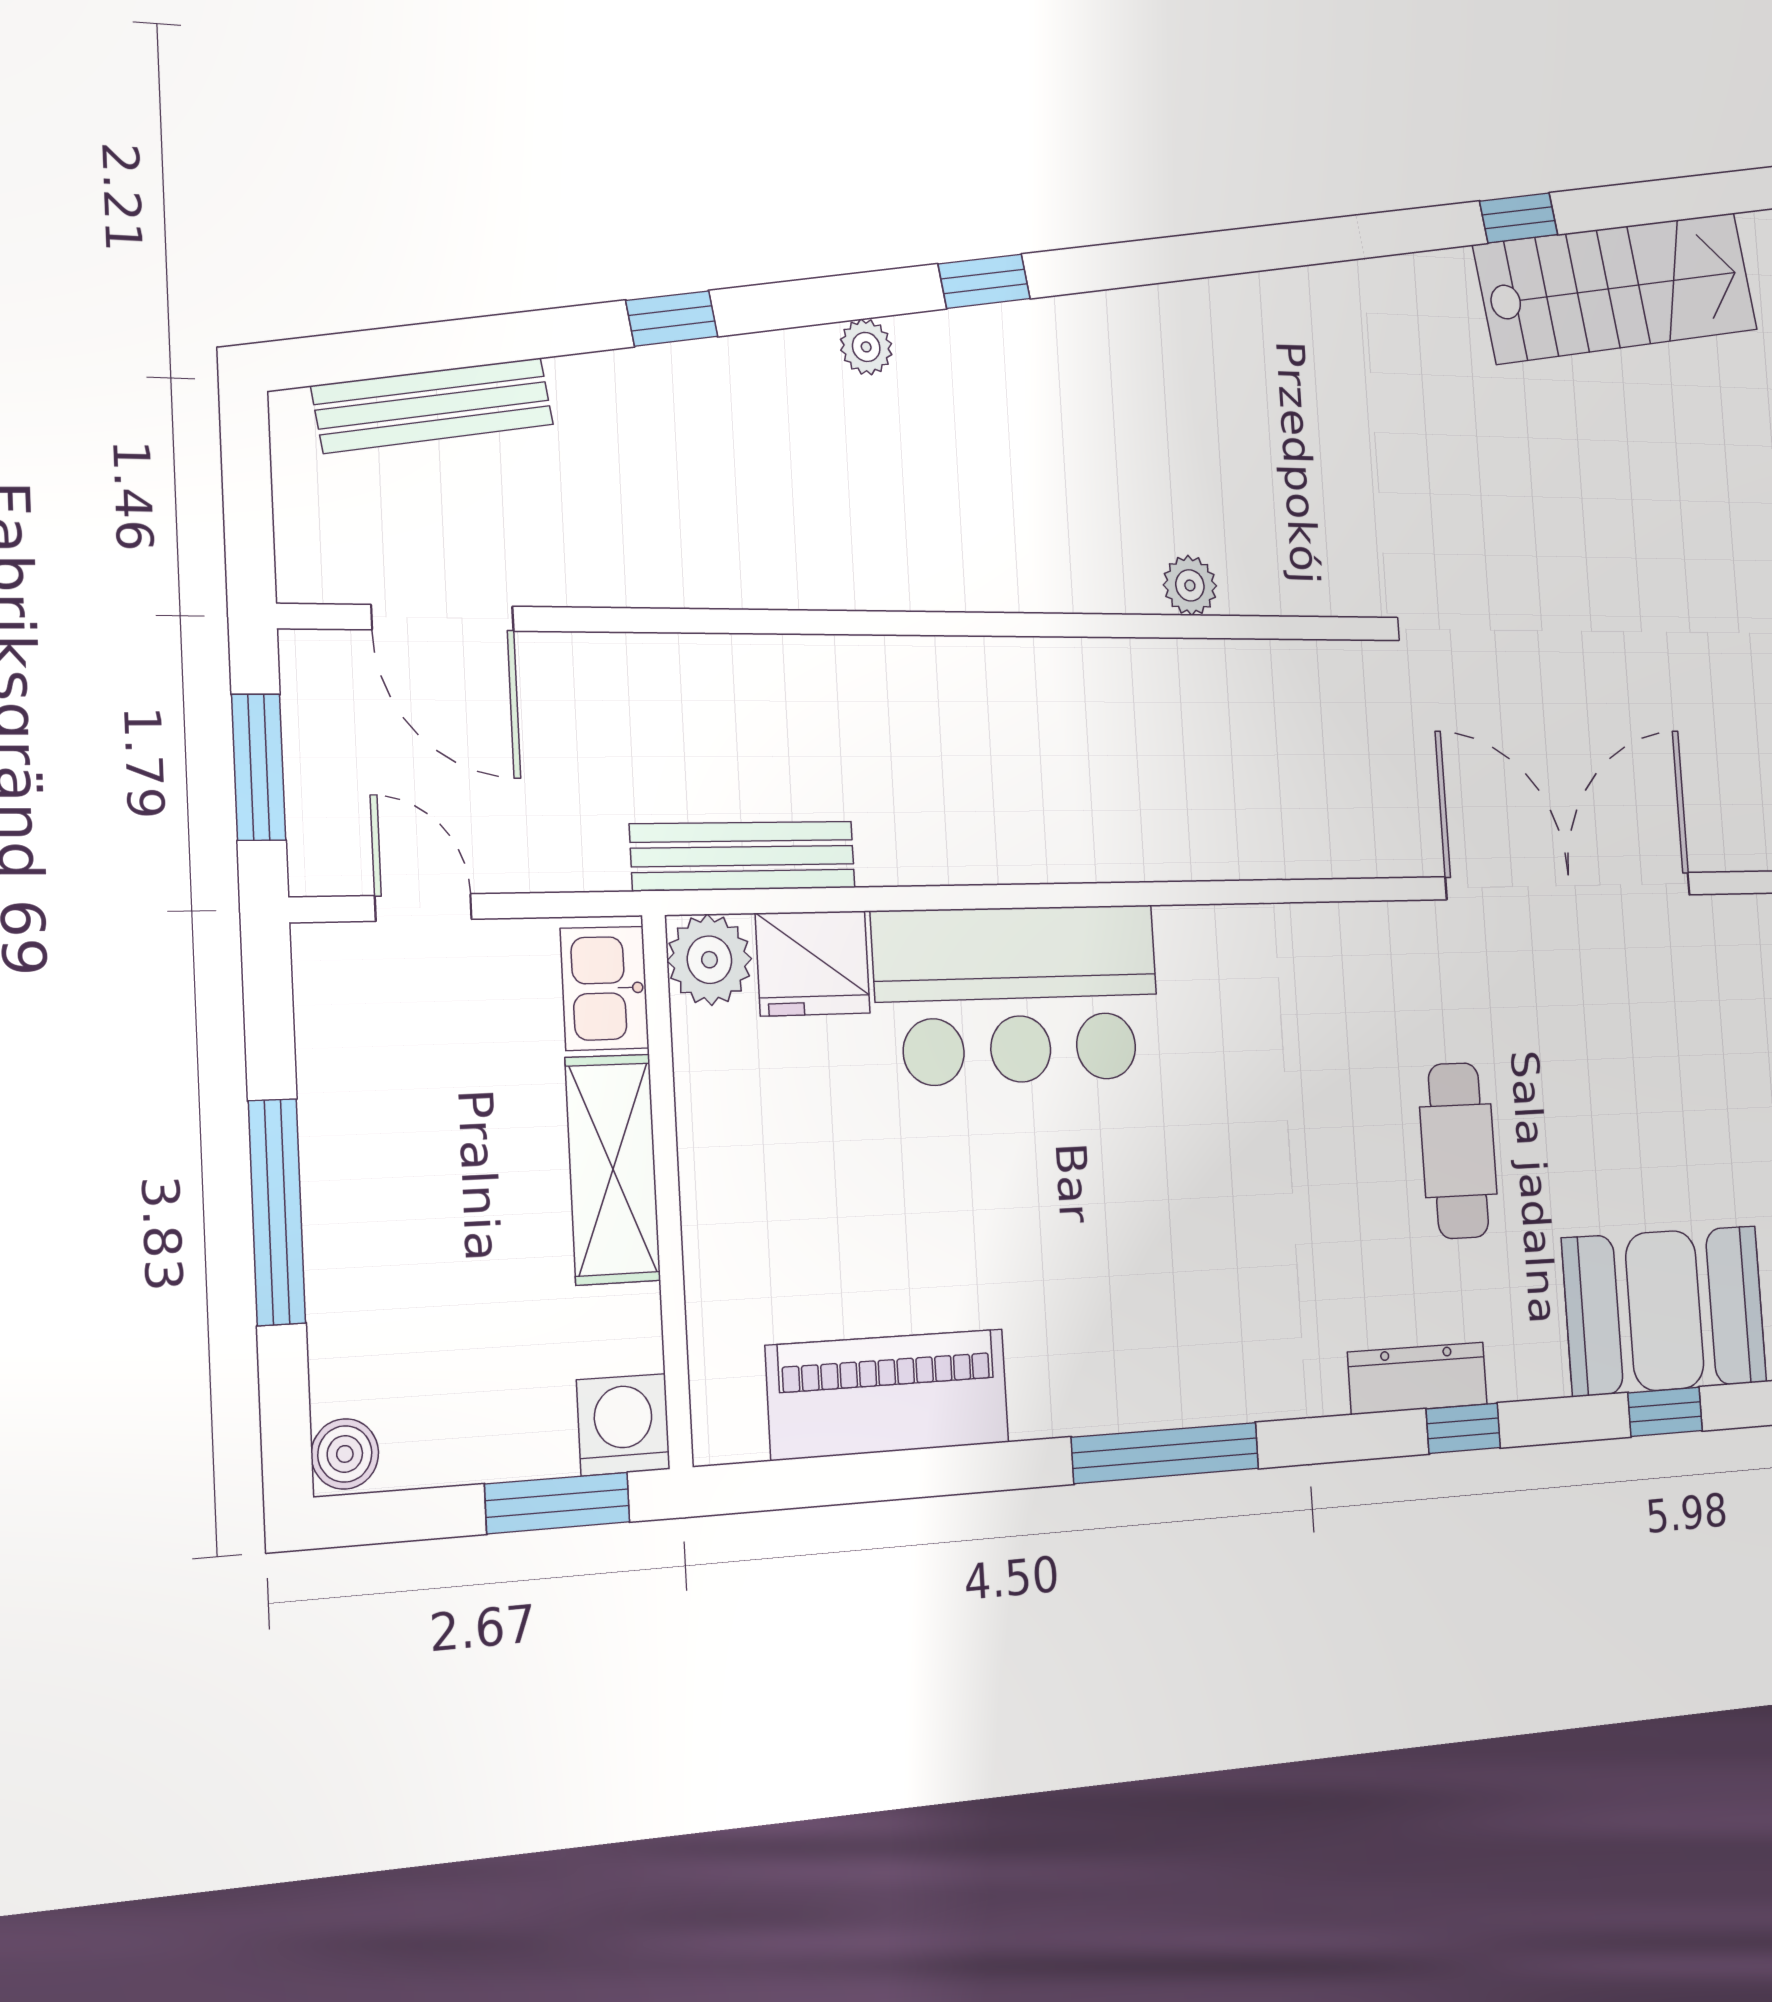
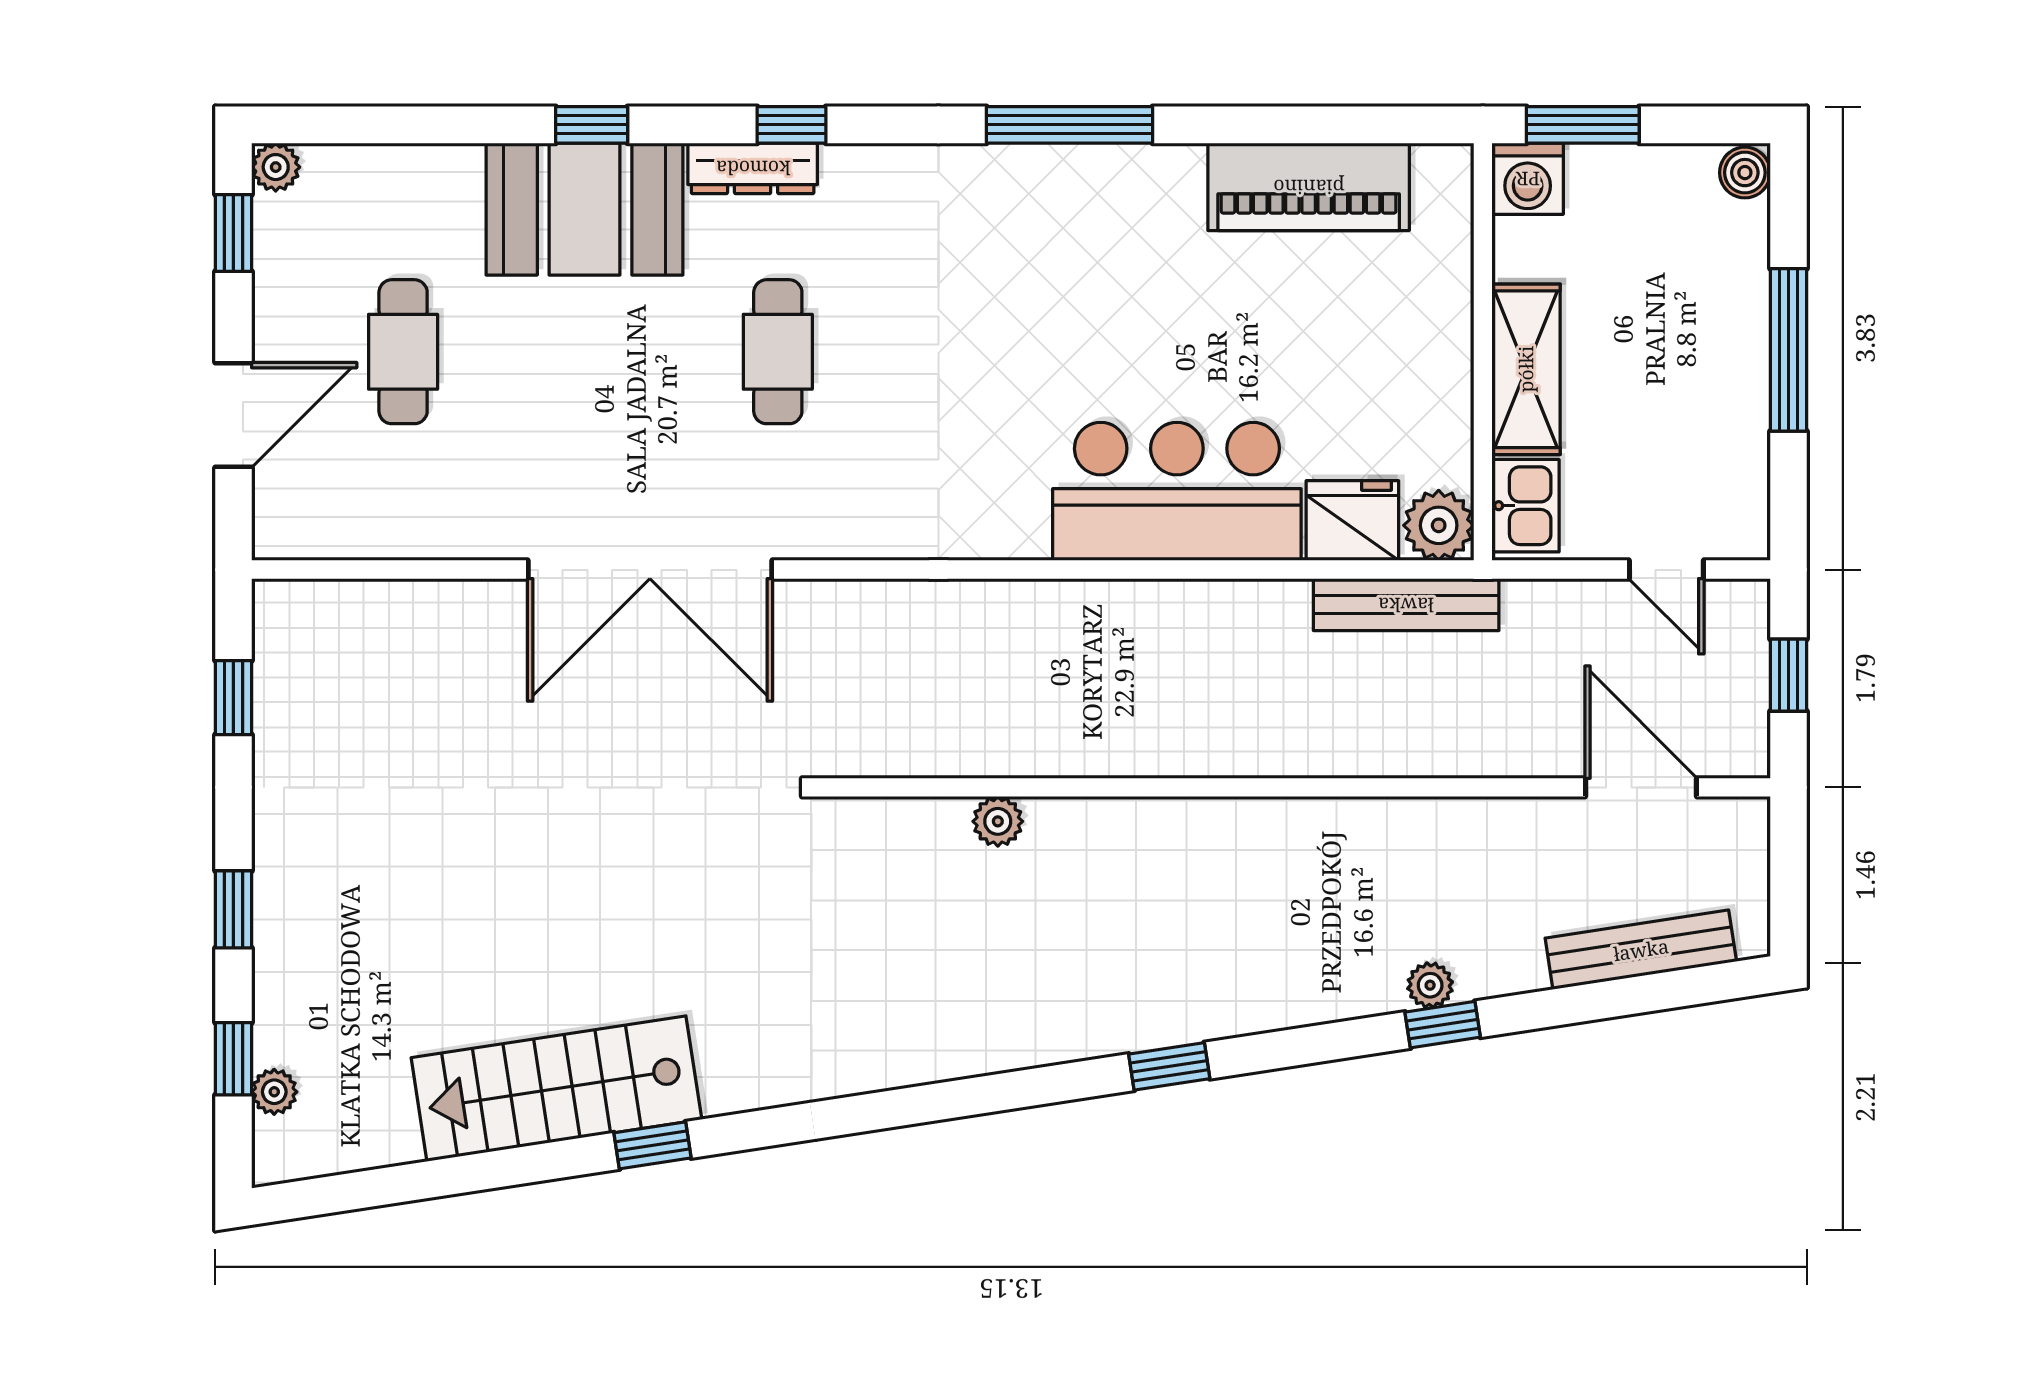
plant: (866, 347) -> (1430, 985), moved
window: (259, 767) -> (1788, 675), width x0.67
dresser: (1418, 1378) -> (753, 168), moved

